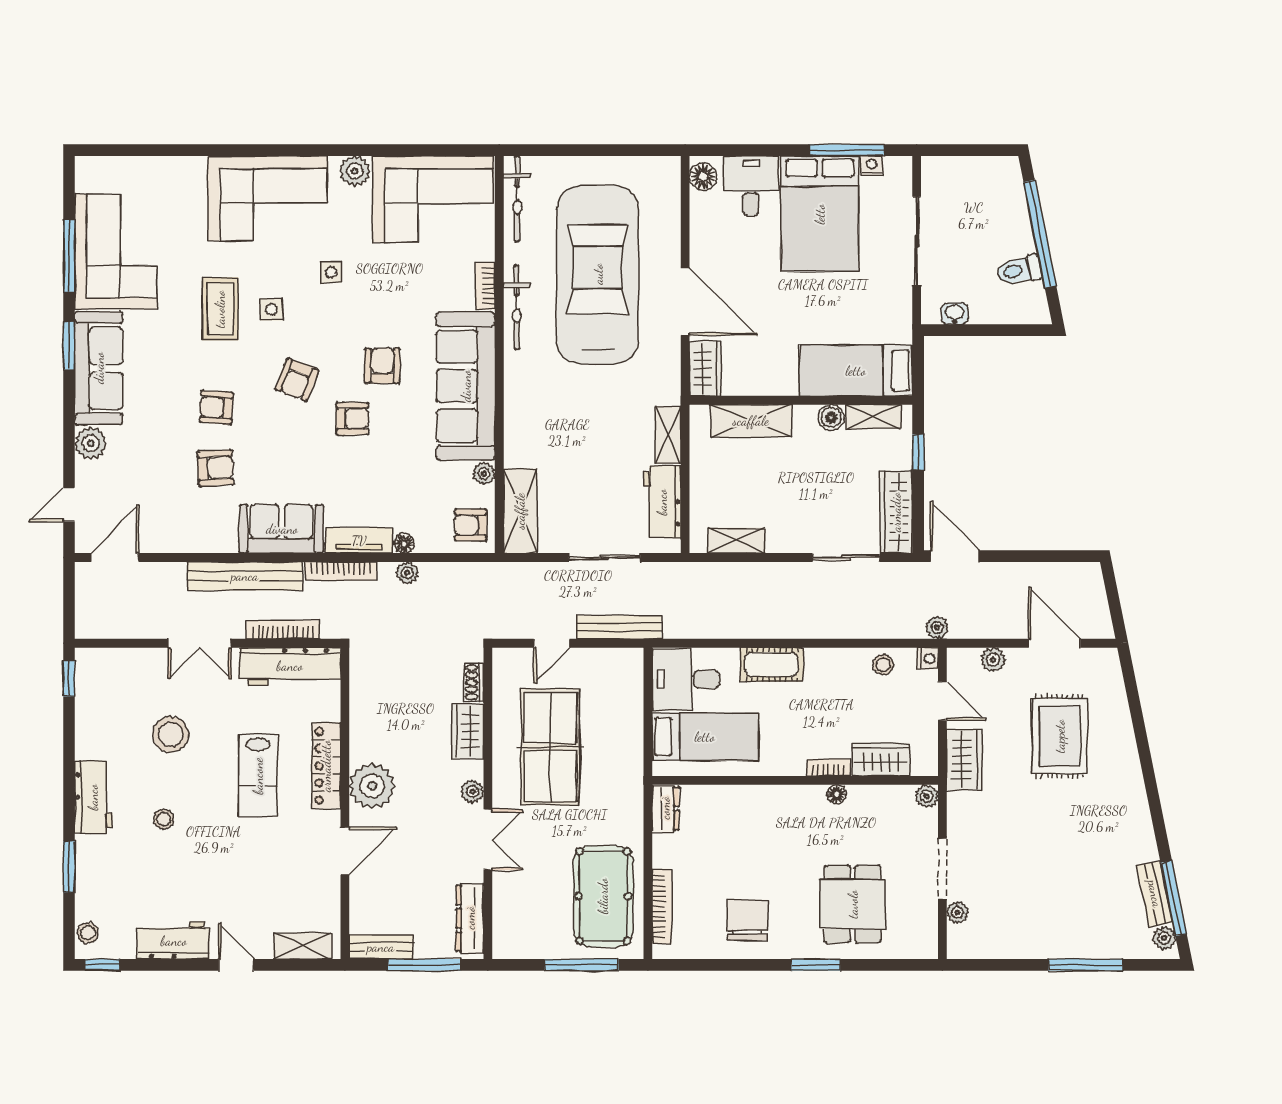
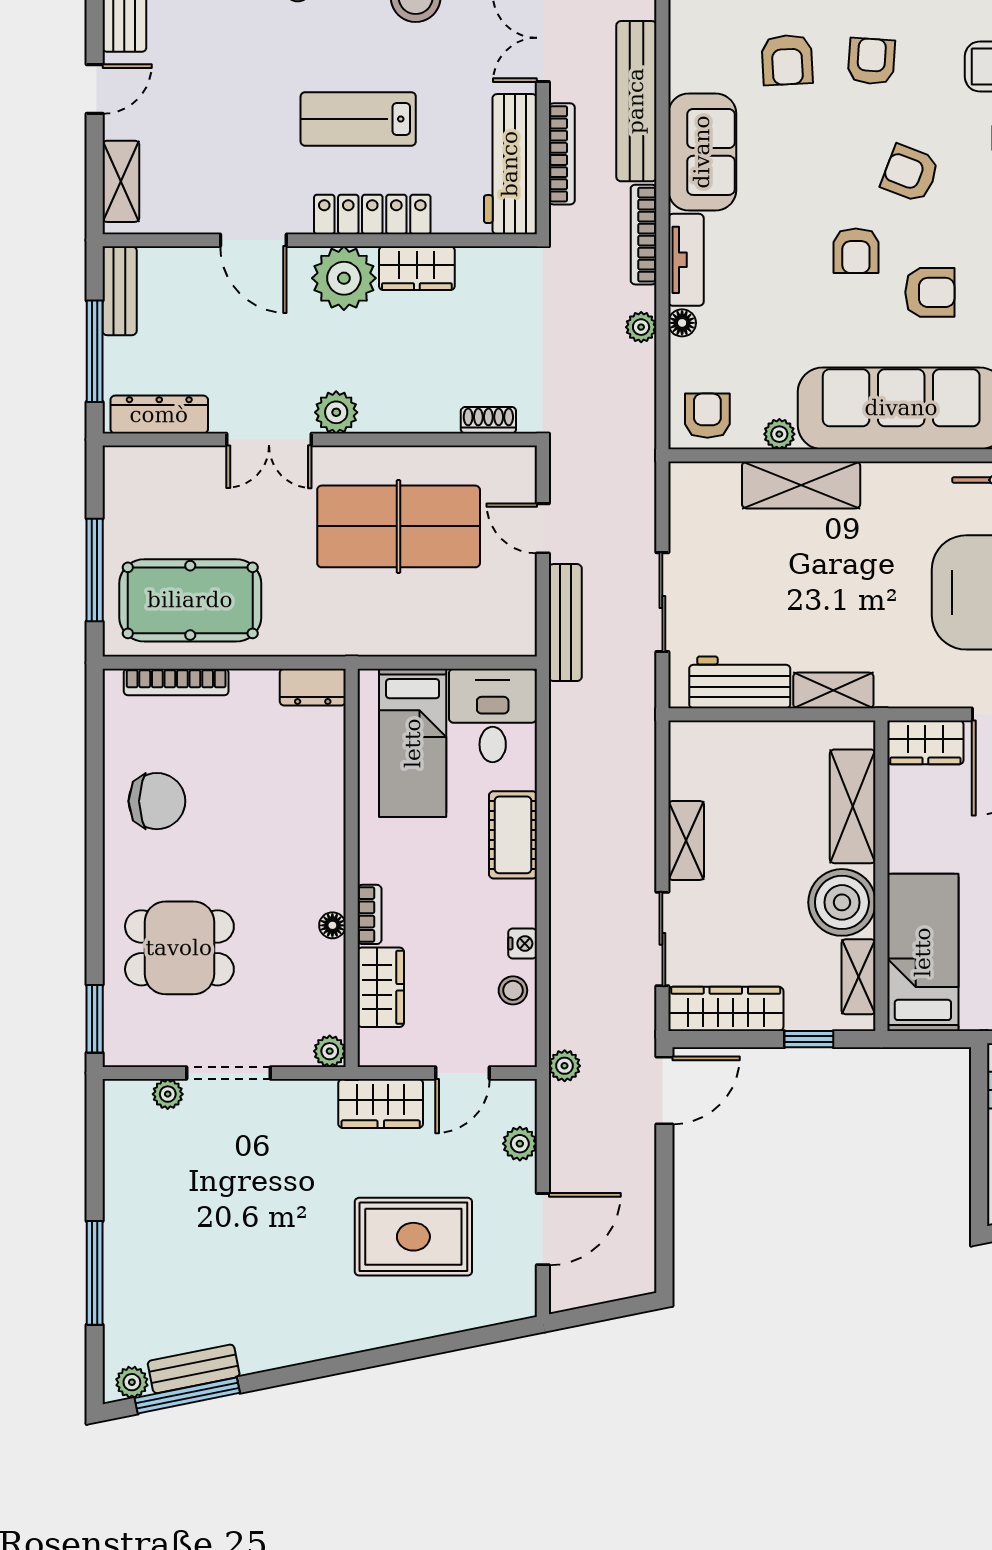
boiler: (831, 417) -> (842, 902), width x1.86, depth x1.86
shelving: (520, 511) -> (801, 485), moved
shelving: (737, 540) -> (686, 840), moved
nightstand: (928, 658) -> (523, 943), moved, turned -90
wardrobe: (468, 731) -> (417, 268), moved, turned 180
plant: (472, 791) -> (336, 412), width x1.38, depth x1.38
window: (816, 965) -> (95, 1019), moved

